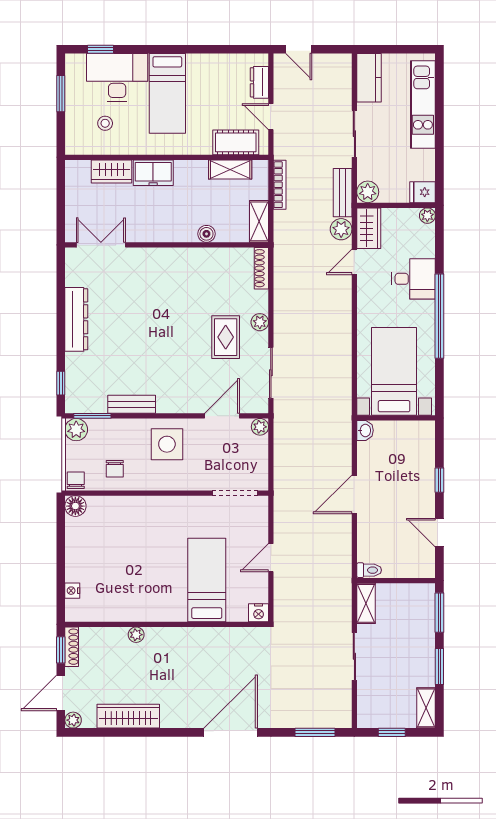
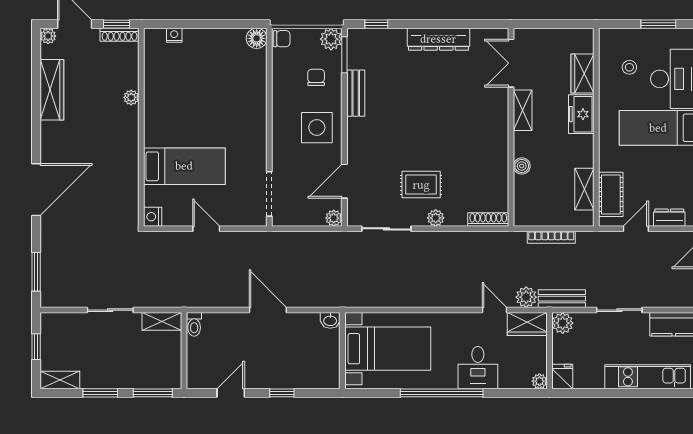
bookcase: (280, 185) -> (551, 237), moved
shelving: (259, 221) -> (523, 110), moved, turned 90
double door: (101, 245) -> (511, 63), swing flipped
door: (222, 416) -> (344, 181), swing flipped
chair: (115, 469) -> (316, 77), moved, turned 90
door: (231, 732) -> (36, 190), hinge flipped

